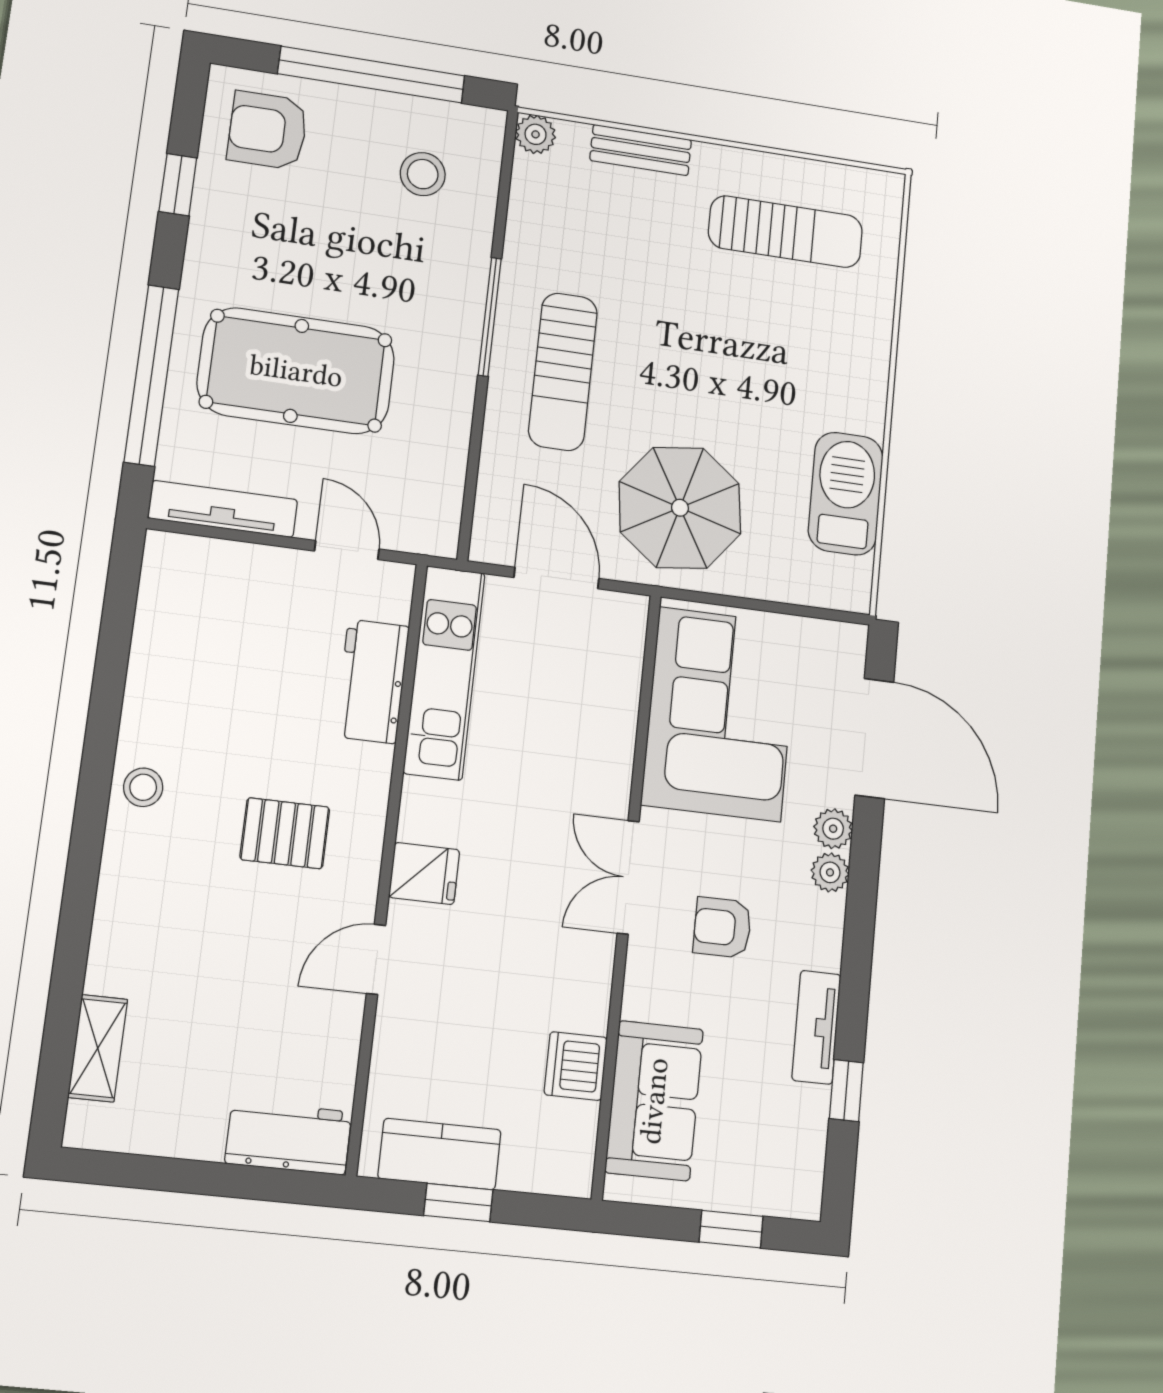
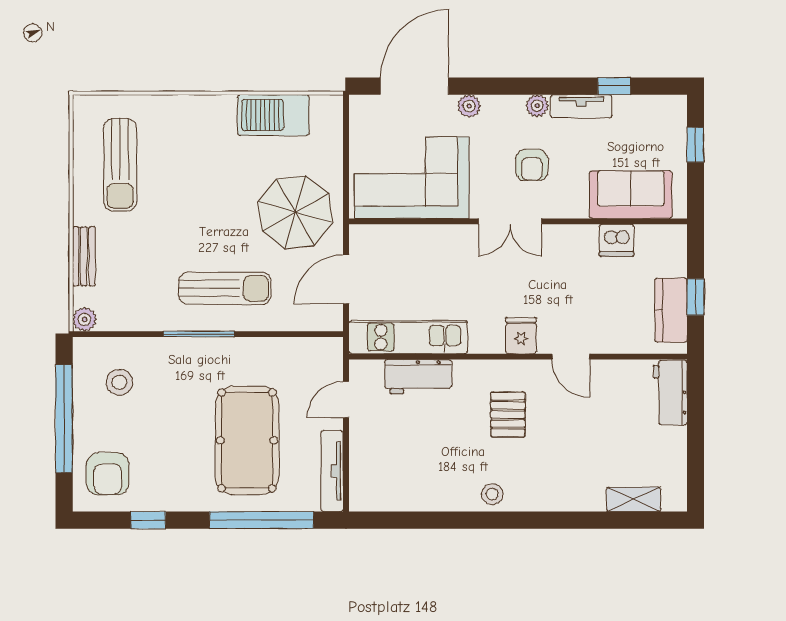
sun lounger: (786, 232) -> (120, 165), turned 180
plant: (830, 872) -> (537, 106), moved

